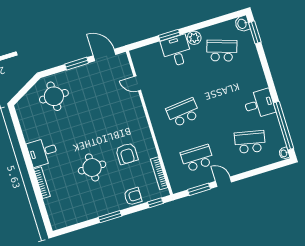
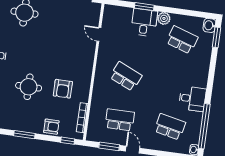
school desk: (183, 112) -> (126, 76), turned 30

